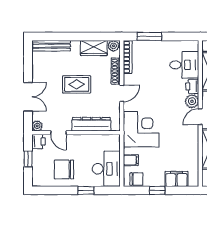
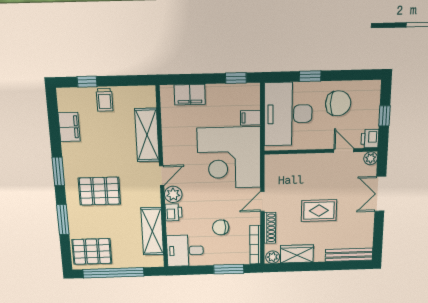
desk: (184, 65) -> (185, 251), moved
dresser: (91, 124) -> (301, 162), removed
corner desk: (141, 129) -> (229, 158), width x1.36, depth x1.36
desk: (106, 169) -> (288, 114), width x1.36, depth x1.30
chair: (136, 179) -> (221, 227), moved
window: (157, 190) -> (236, 78), moved

